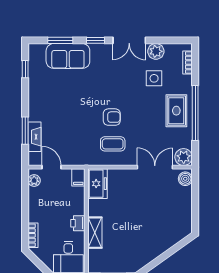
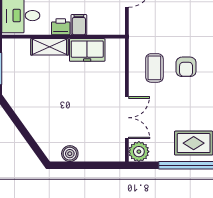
filing cabinet: (78, 177) -> (79, 25), moved, turned 90
boiler: (185, 179) -> (70, 154), moved
freezer: (97, 184) -> (87, 50), moved

